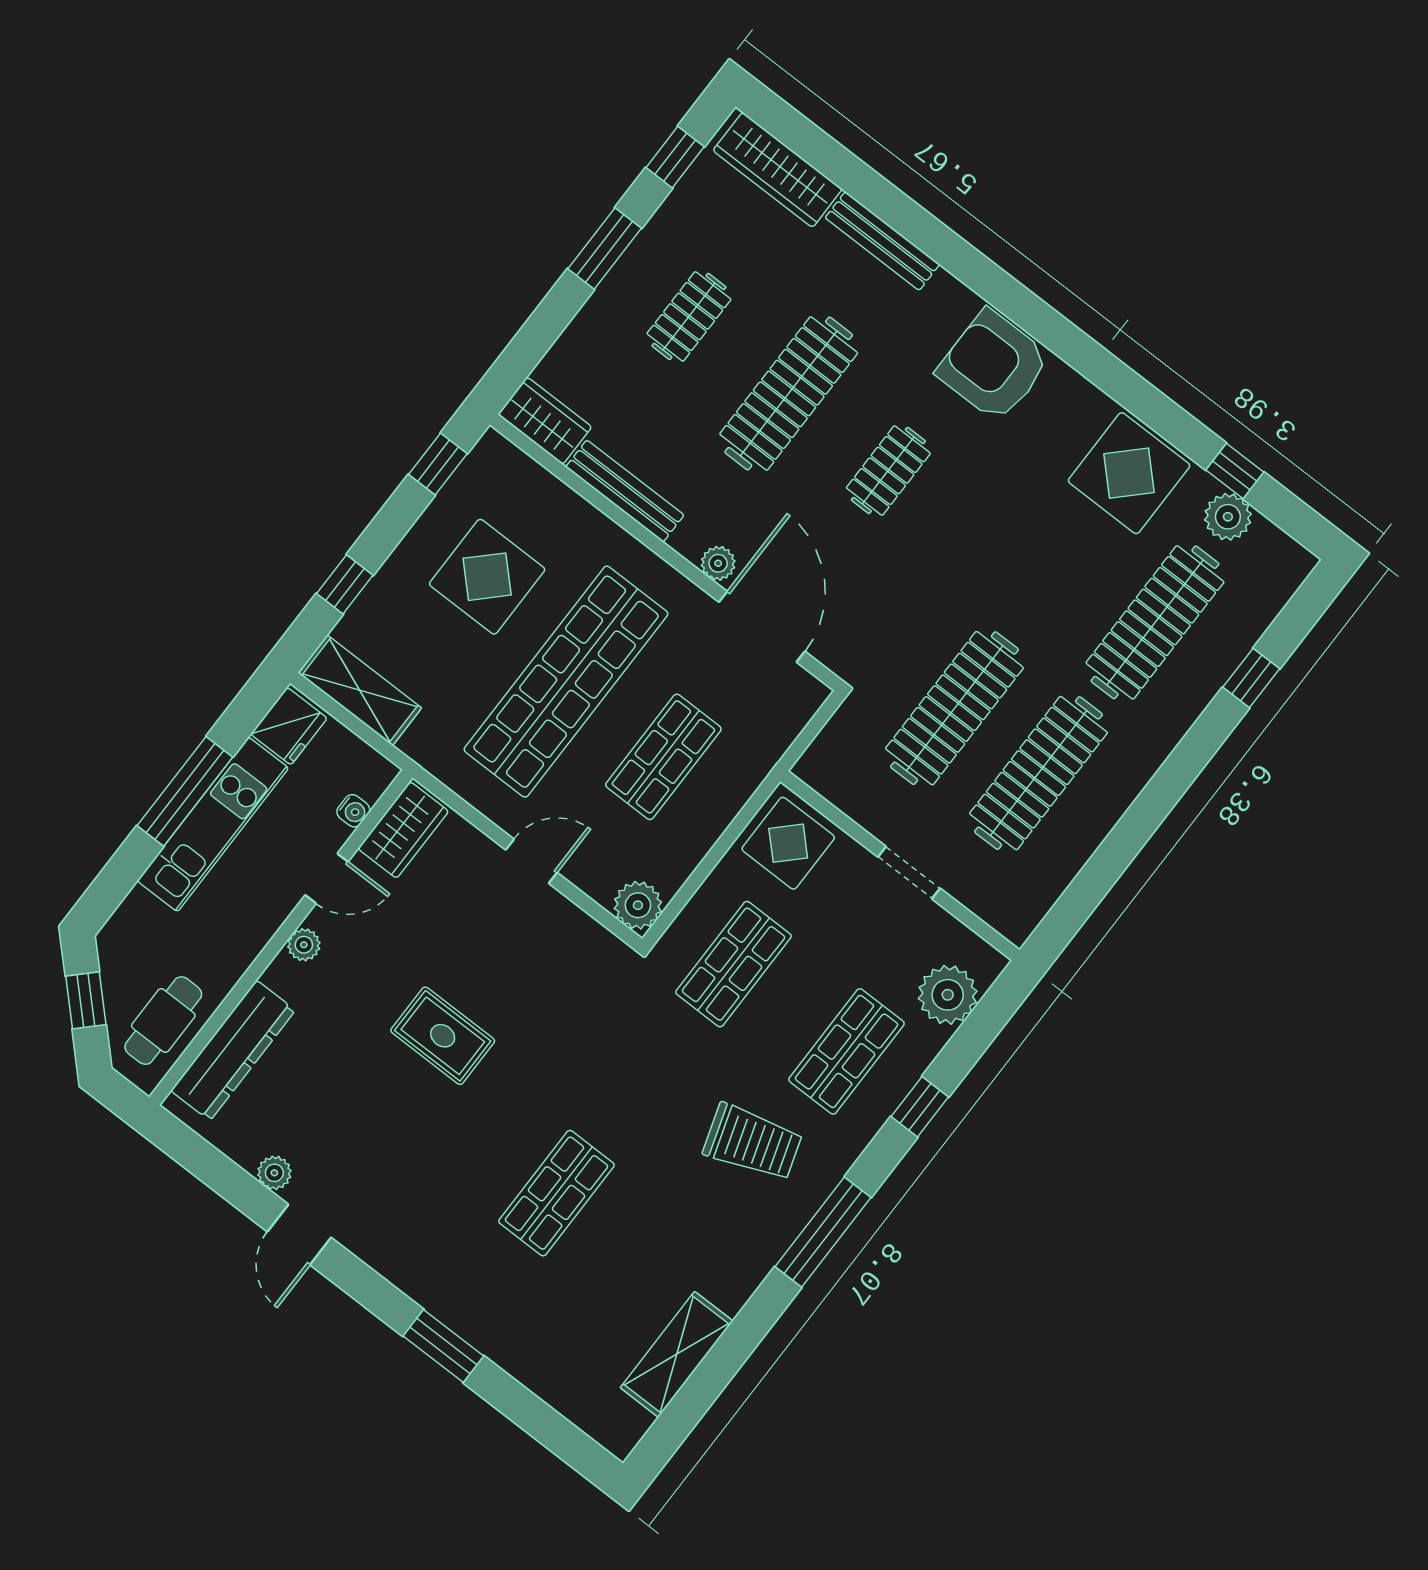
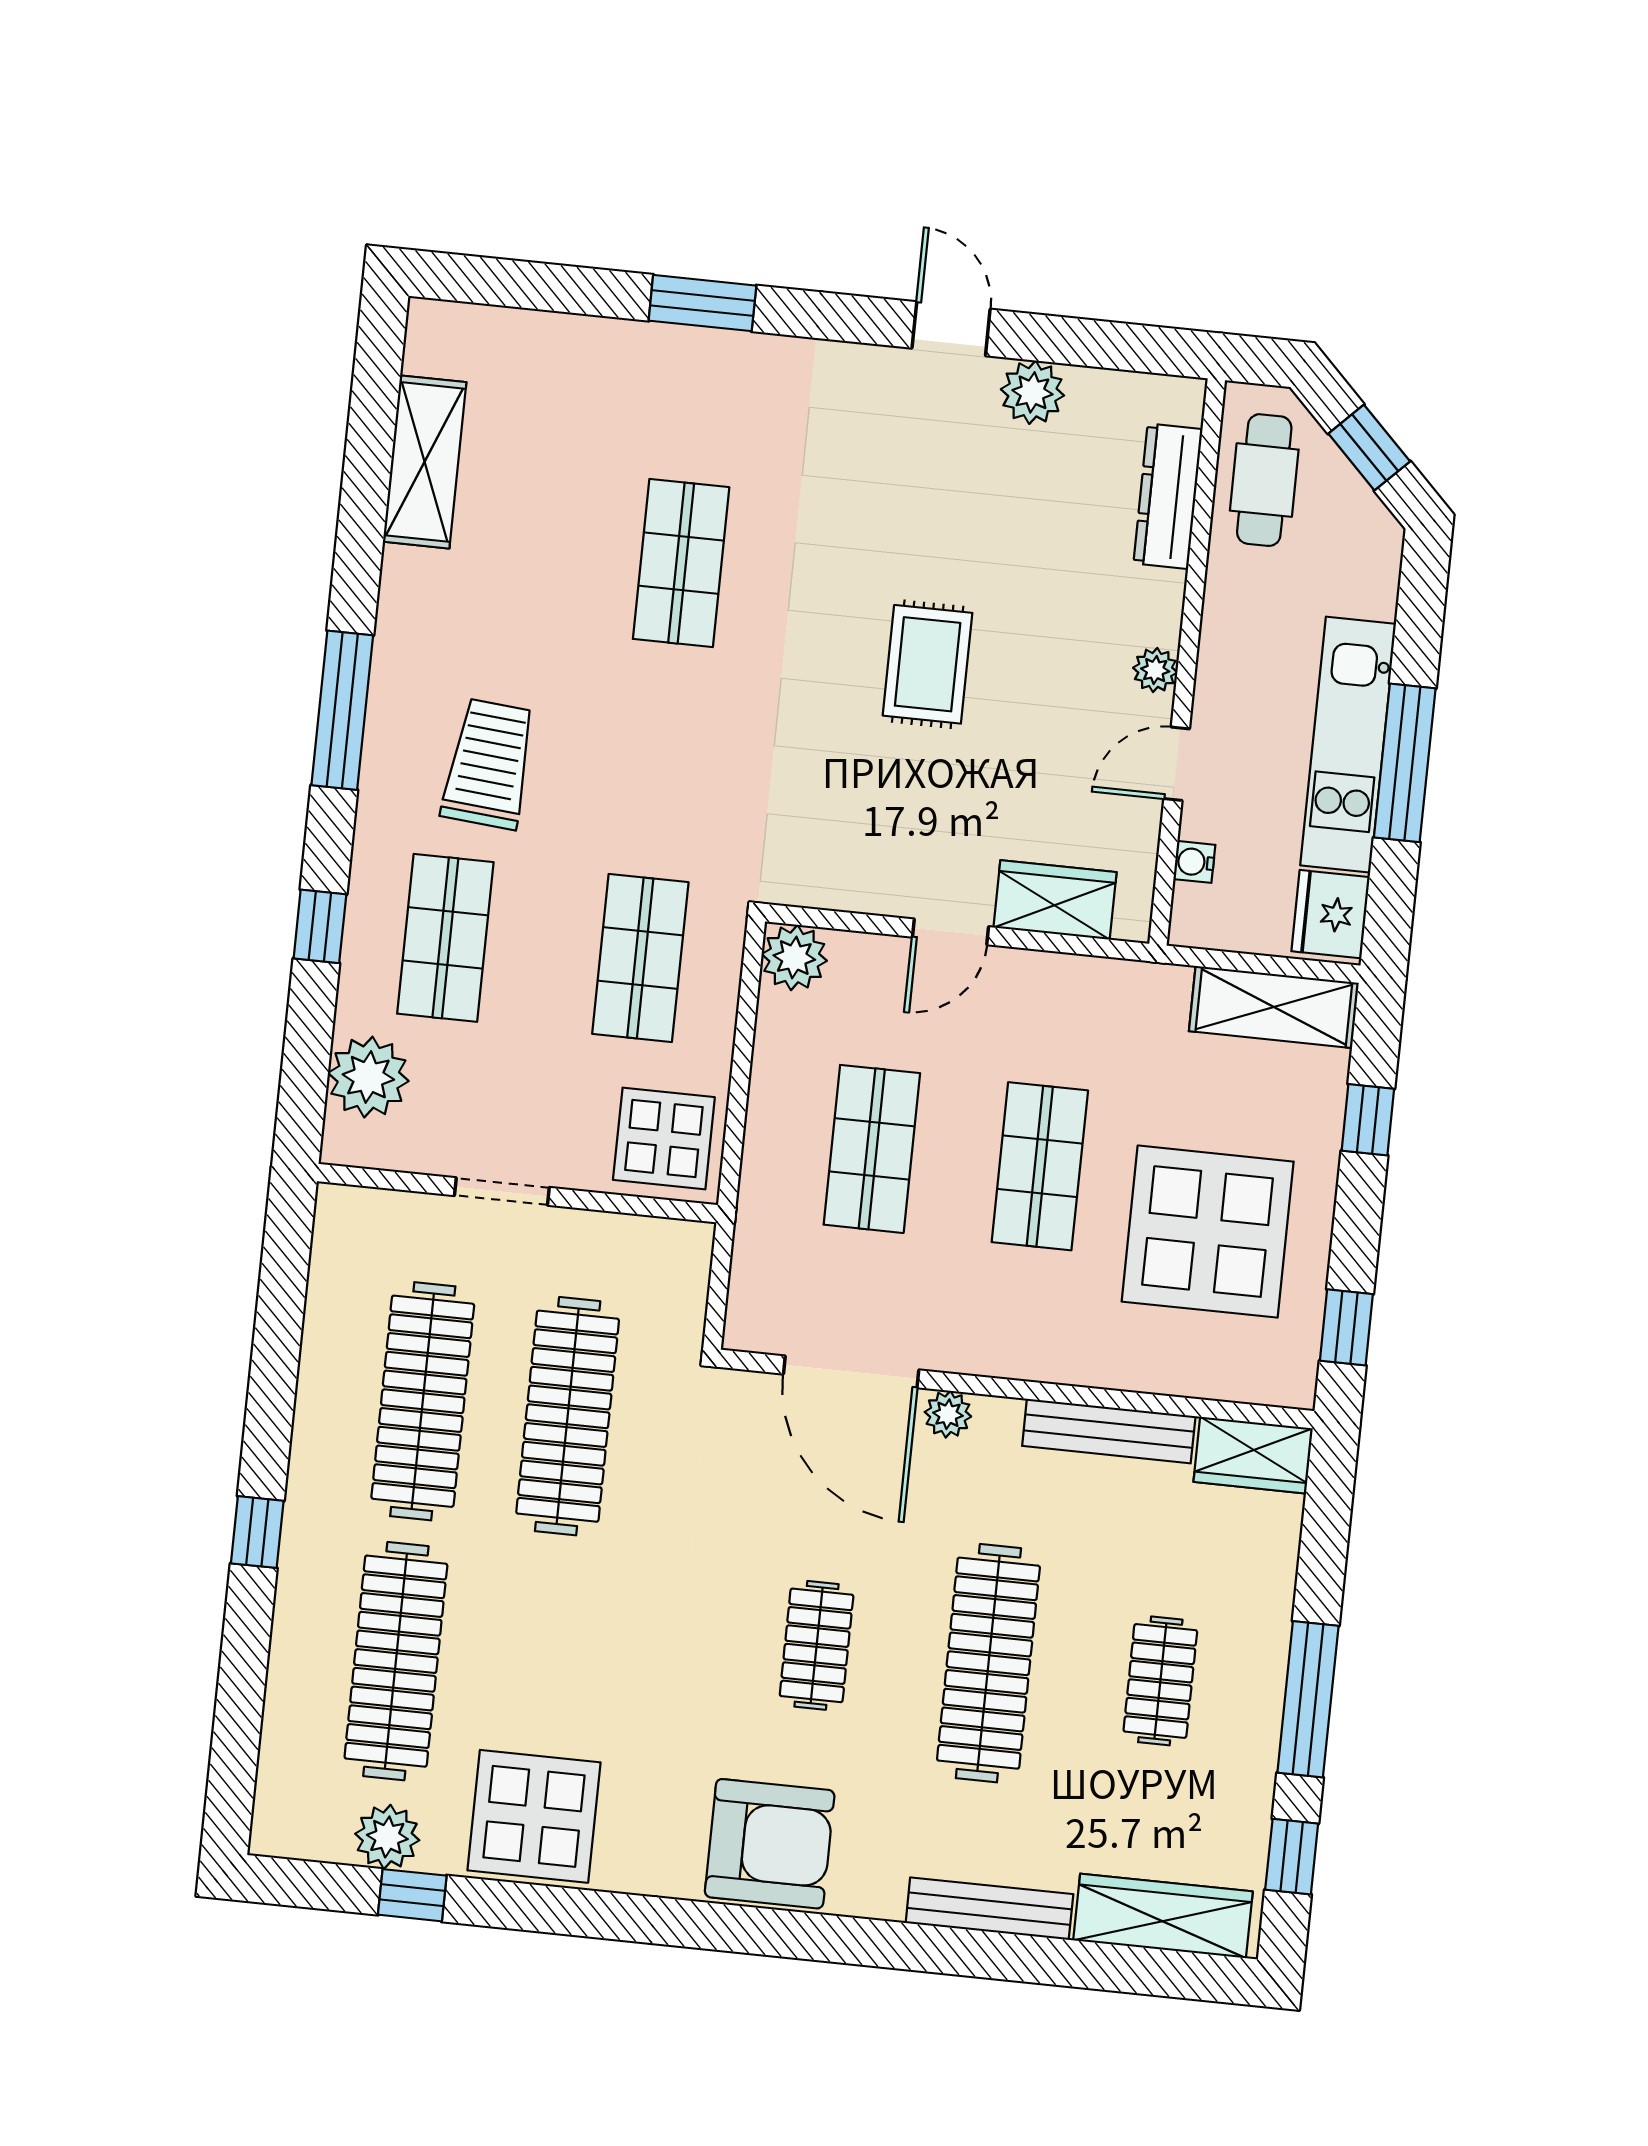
window: (605, 248) -> (1308, 1699), width x1.44
display table: (487, 577) -> (1208, 1232), width x1.36, depth x1.36
window: (1251, 678) -> (257, 1532), moved
shop shelf: (566, 682) -> (1040, 1166), width x0.50, depth x0.74
wardrobe: (403, 830) -> (1055, 900), moved, turned 90
rug: (443, 1036) -> (928, 664), turned 90
dresser: (233, 1051) -> (1168, 496), width x0.73, depth x0.80
trolley: (753, 1142) -> (489, 764), turned 113
plant: (274, 1173) -> (1032, 392), width x1.38, depth x1.38

